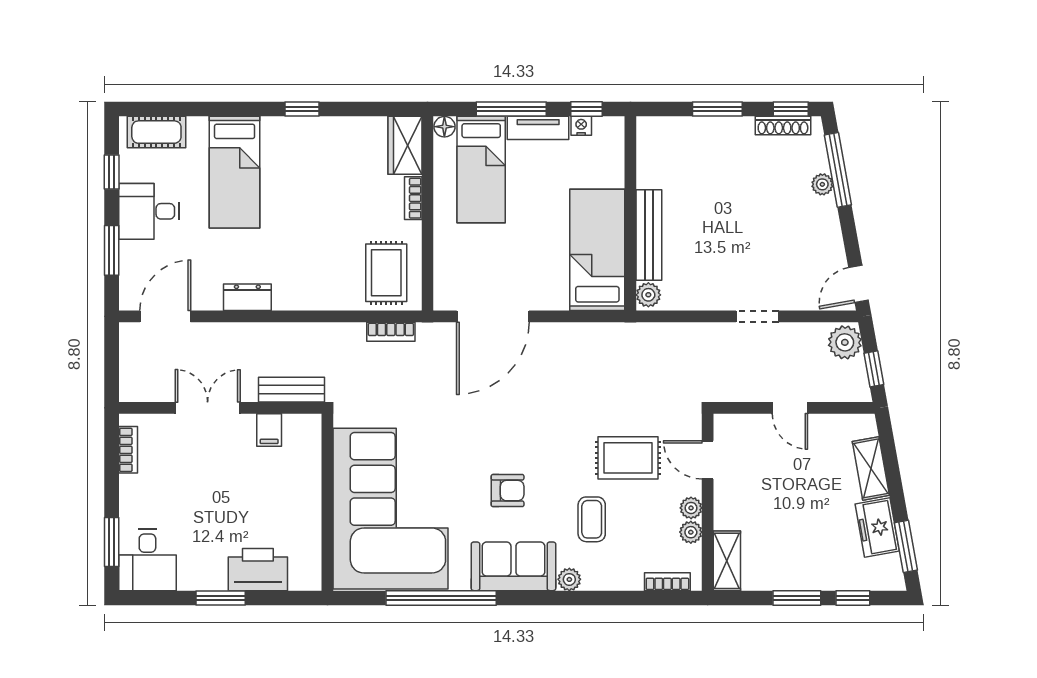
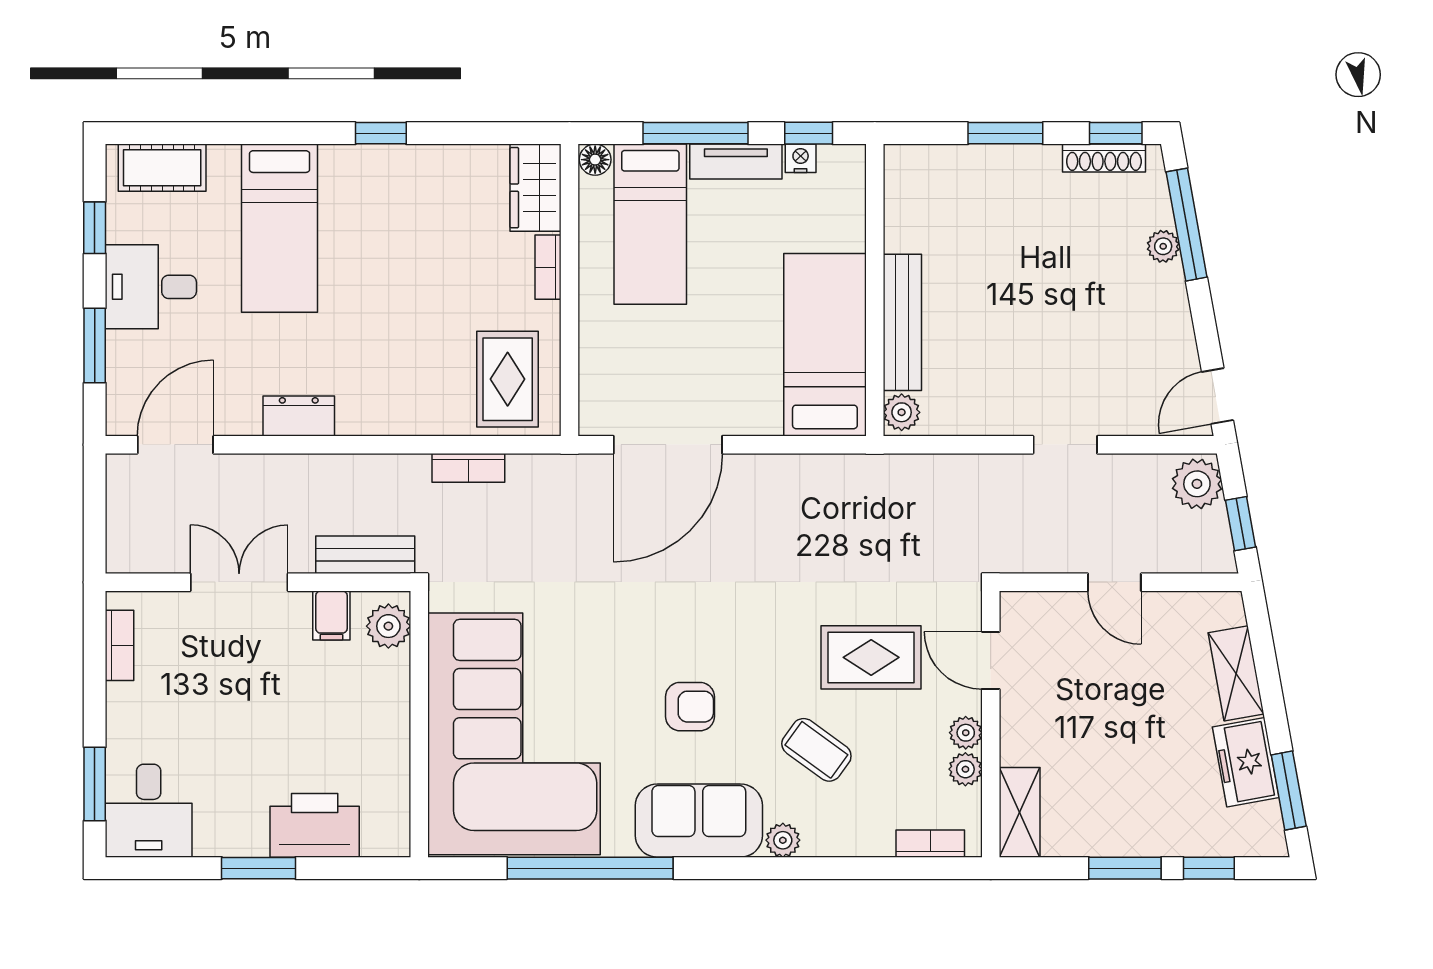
bookcase: (391, 332) -> (468, 468), moved
plant: (307, 437) -> (388, 626), added
coffee table: (592, 519) -> (816, 750), turned -54

